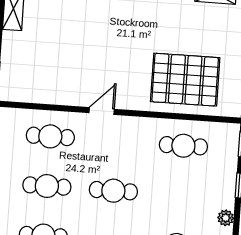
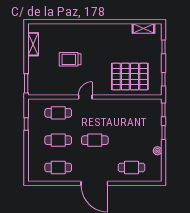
trolley: (79, 41) -> (70, 59), added
cafe table: (183, 146) -> (131, 113), removed

